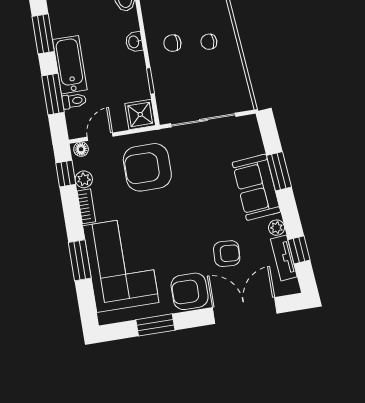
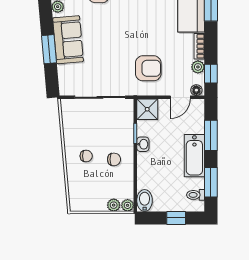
washbasin: (134, 42) -> (143, 144), moved
toilet: (74, 101) -> (196, 195), moved
armchair: (147, 167) -> (148, 68), width x0.73, depth x0.73

